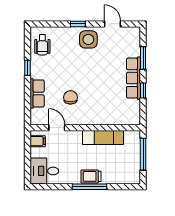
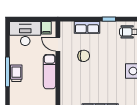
door: (57, 128) -> (58, 44), swing flipped
exam couch: (103, 137) -> (50, 72), moved
desk: (44, 171) -> (25, 33), width x1.37

